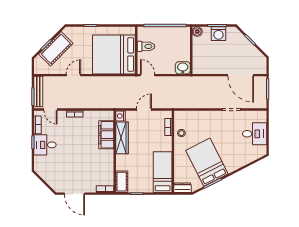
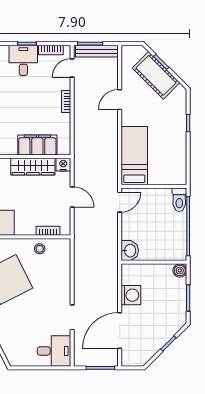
washing machine: (218, 34) -> (131, 295), moved, turned 180
toilet: (146, 46) -> (179, 200), moved
bed: (114, 54) -> (134, 156), width x0.49
door: (73, 75) -> (120, 100), swing flipped
desk: (255, 134) -> (54, 351), moved, turned -90

